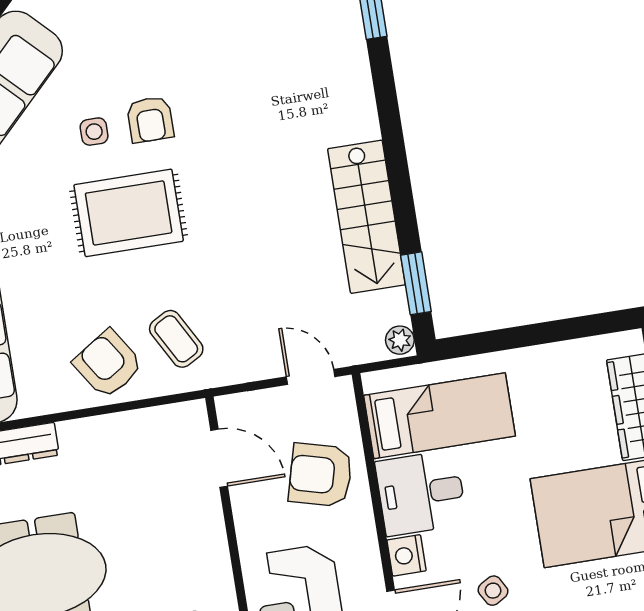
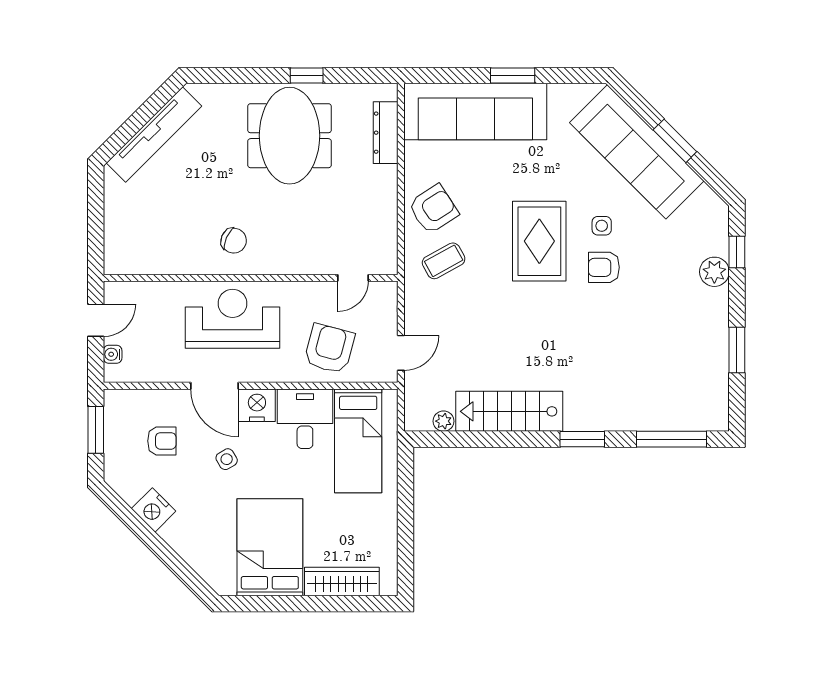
window: (416, 283) -> (582, 439), moved
plant: (400, 340) -> (444, 421), moved
door: (219, 458) -> (353, 278), width x0.73
nightstand: (407, 555) -> (257, 405), width x1.36, depth x1.33

